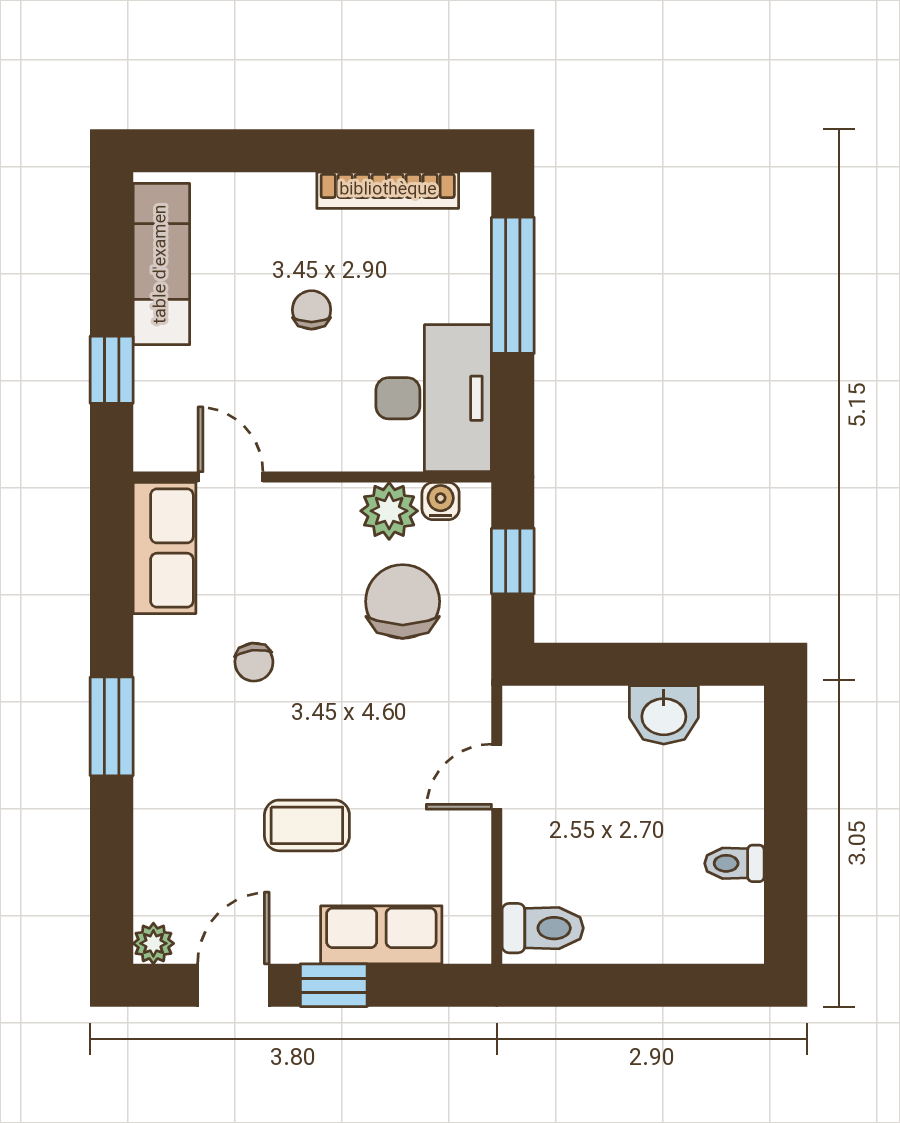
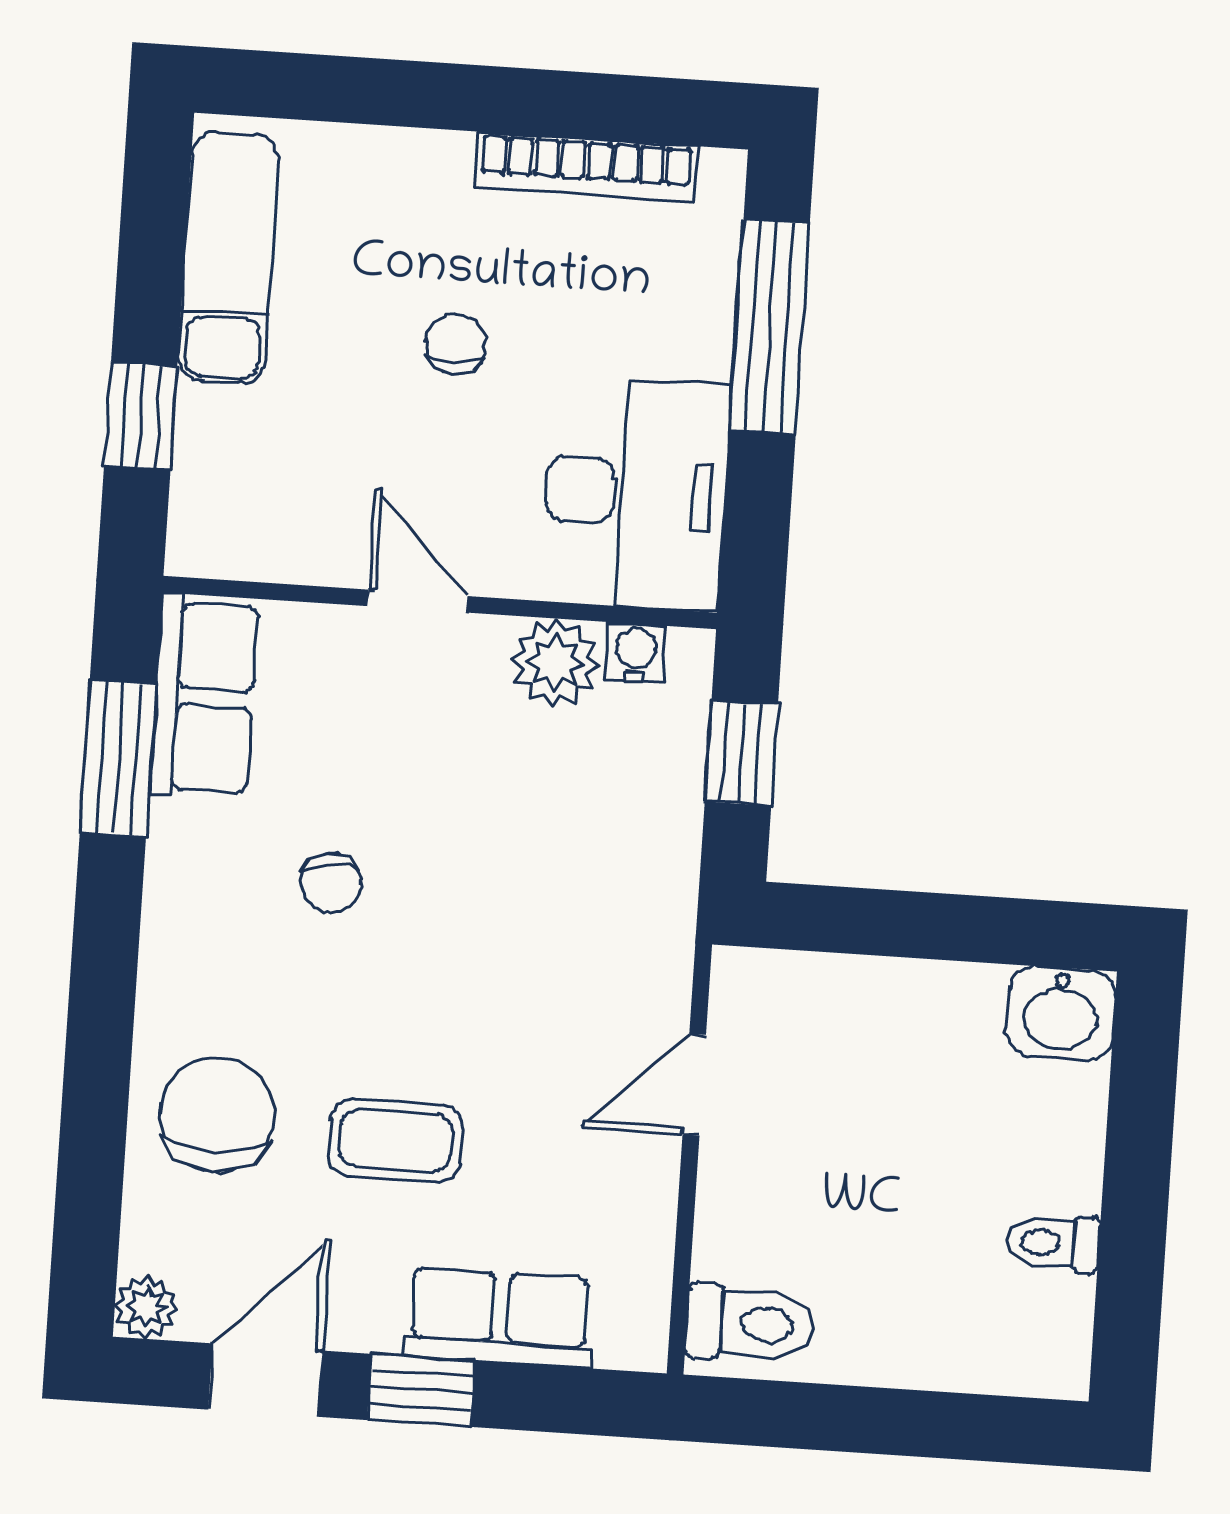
door: (230, 477) -> (418, 601), moved
chair: (403, 601) -> (217, 1115), moved
washbasin: (664, 715) -> (1061, 1013), moved
window: (112, 726) -> (118, 758), moved

